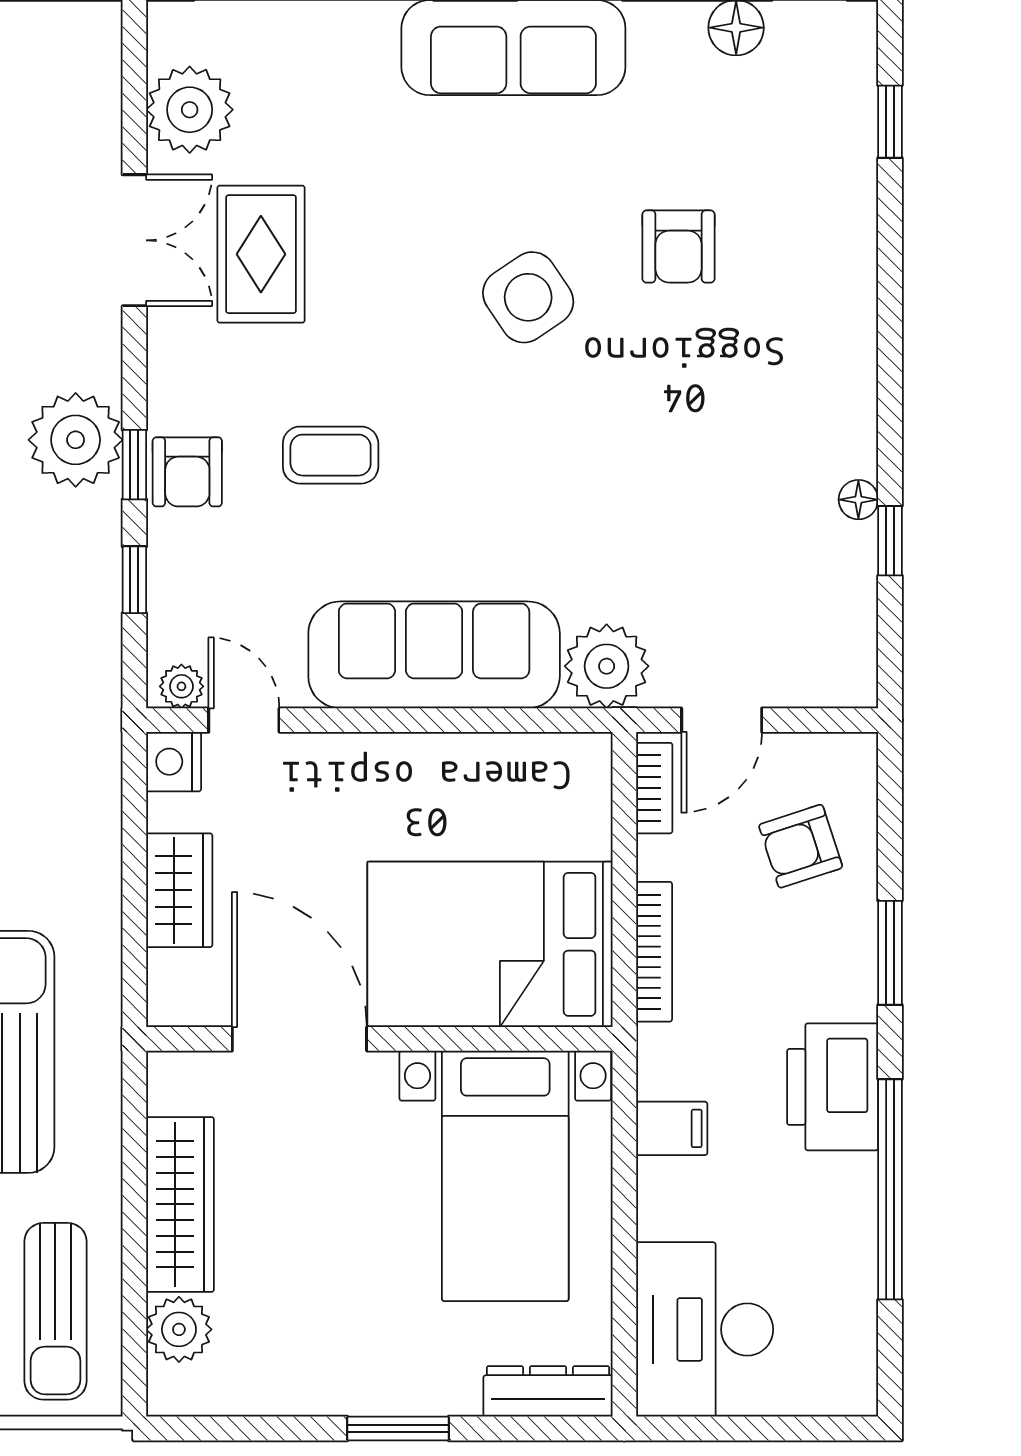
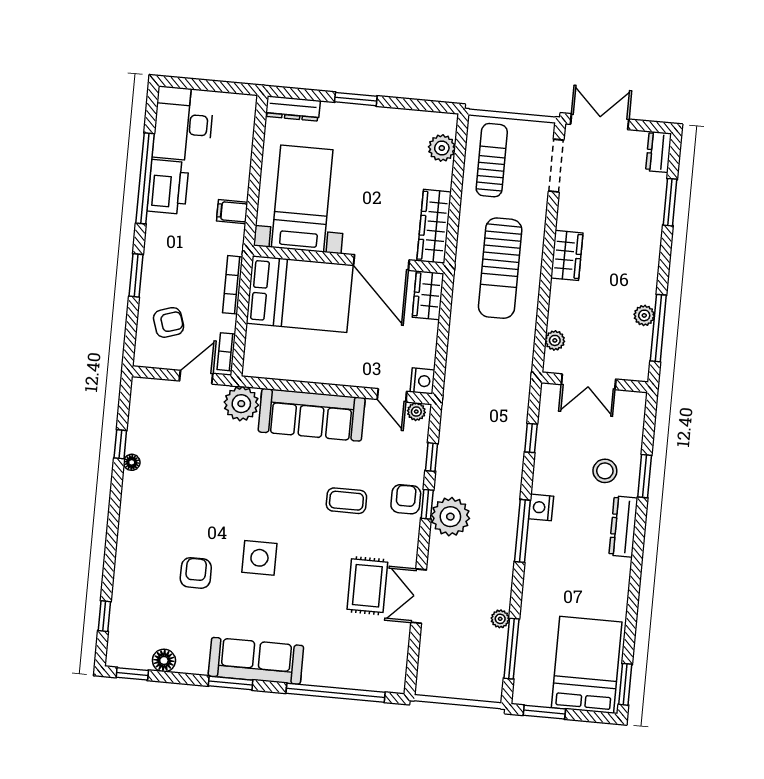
plant: (190, 110) -> (391, 648), removed
side table: (528, 297) -> (259, 558), turned 34
wardrobe: (179, 890) -> (428, 295), moved
printer: (833, 1087) -> (168, 187), moved
wardrobe: (180, 1204) -> (434, 226), moved
desk: (705, 1329) -> (183, 124), moved, turned 180

